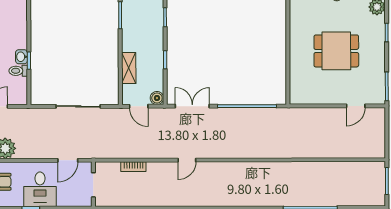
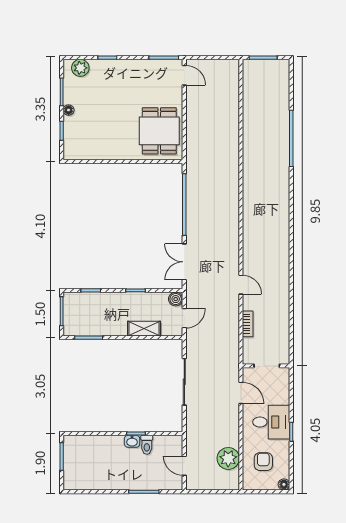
dining table: (336, 51) -> (159, 131), moved
door: (356, 106) -> (184, 75), moved
door: (187, 160) -> (241, 285), moved

